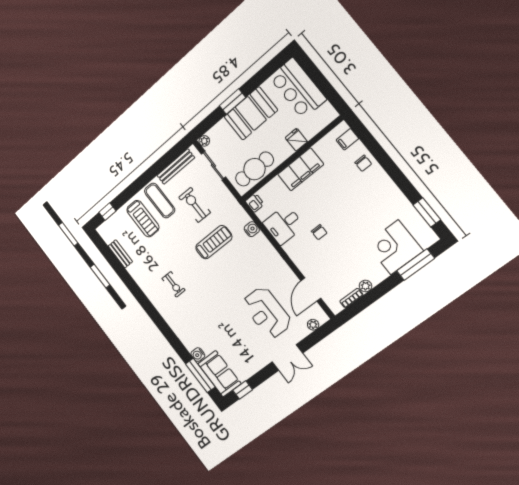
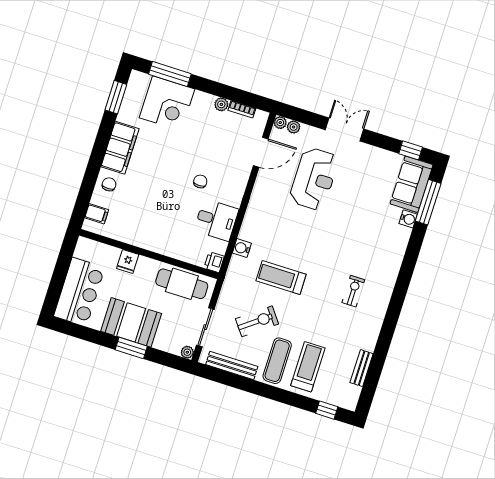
filing cabinet: (301, 169) -> (120, 148), moved, turned 90
exercise bike: (195, 205) -> (257, 321), turned -127
plant: (323, 318) -> (280, 123), added

